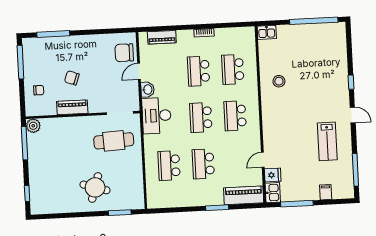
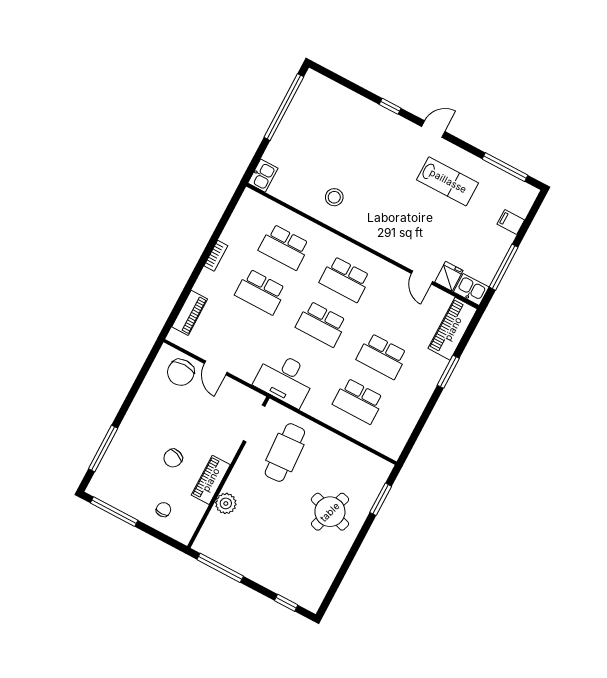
washbasin: (147, 90) -> (245, 371), removed
plant: (33, 126) -> (226, 503), moved

